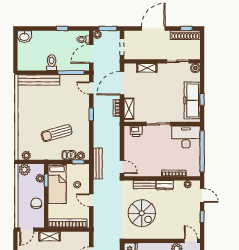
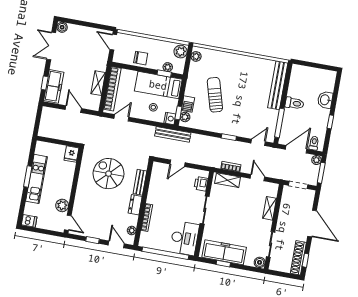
washbasin: (24, 37) -> (325, 100), moved
door: (91, 54) -> (296, 149), hinge flipped
door: (122, 83) -> (257, 178), width x0.53
door: (122, 167) -> (177, 163), moved
nightstand: (84, 168) -> (170, 118), added
door: (202, 195) -> (116, 244), swing flipped
door: (91, 200) -> (121, 118), moved
spiral stairs: (142, 213) -> (109, 174), turned 90
shelving: (50, 236) -> (98, 83), moved
door: (191, 241) -> (68, 223), hinge flipped

